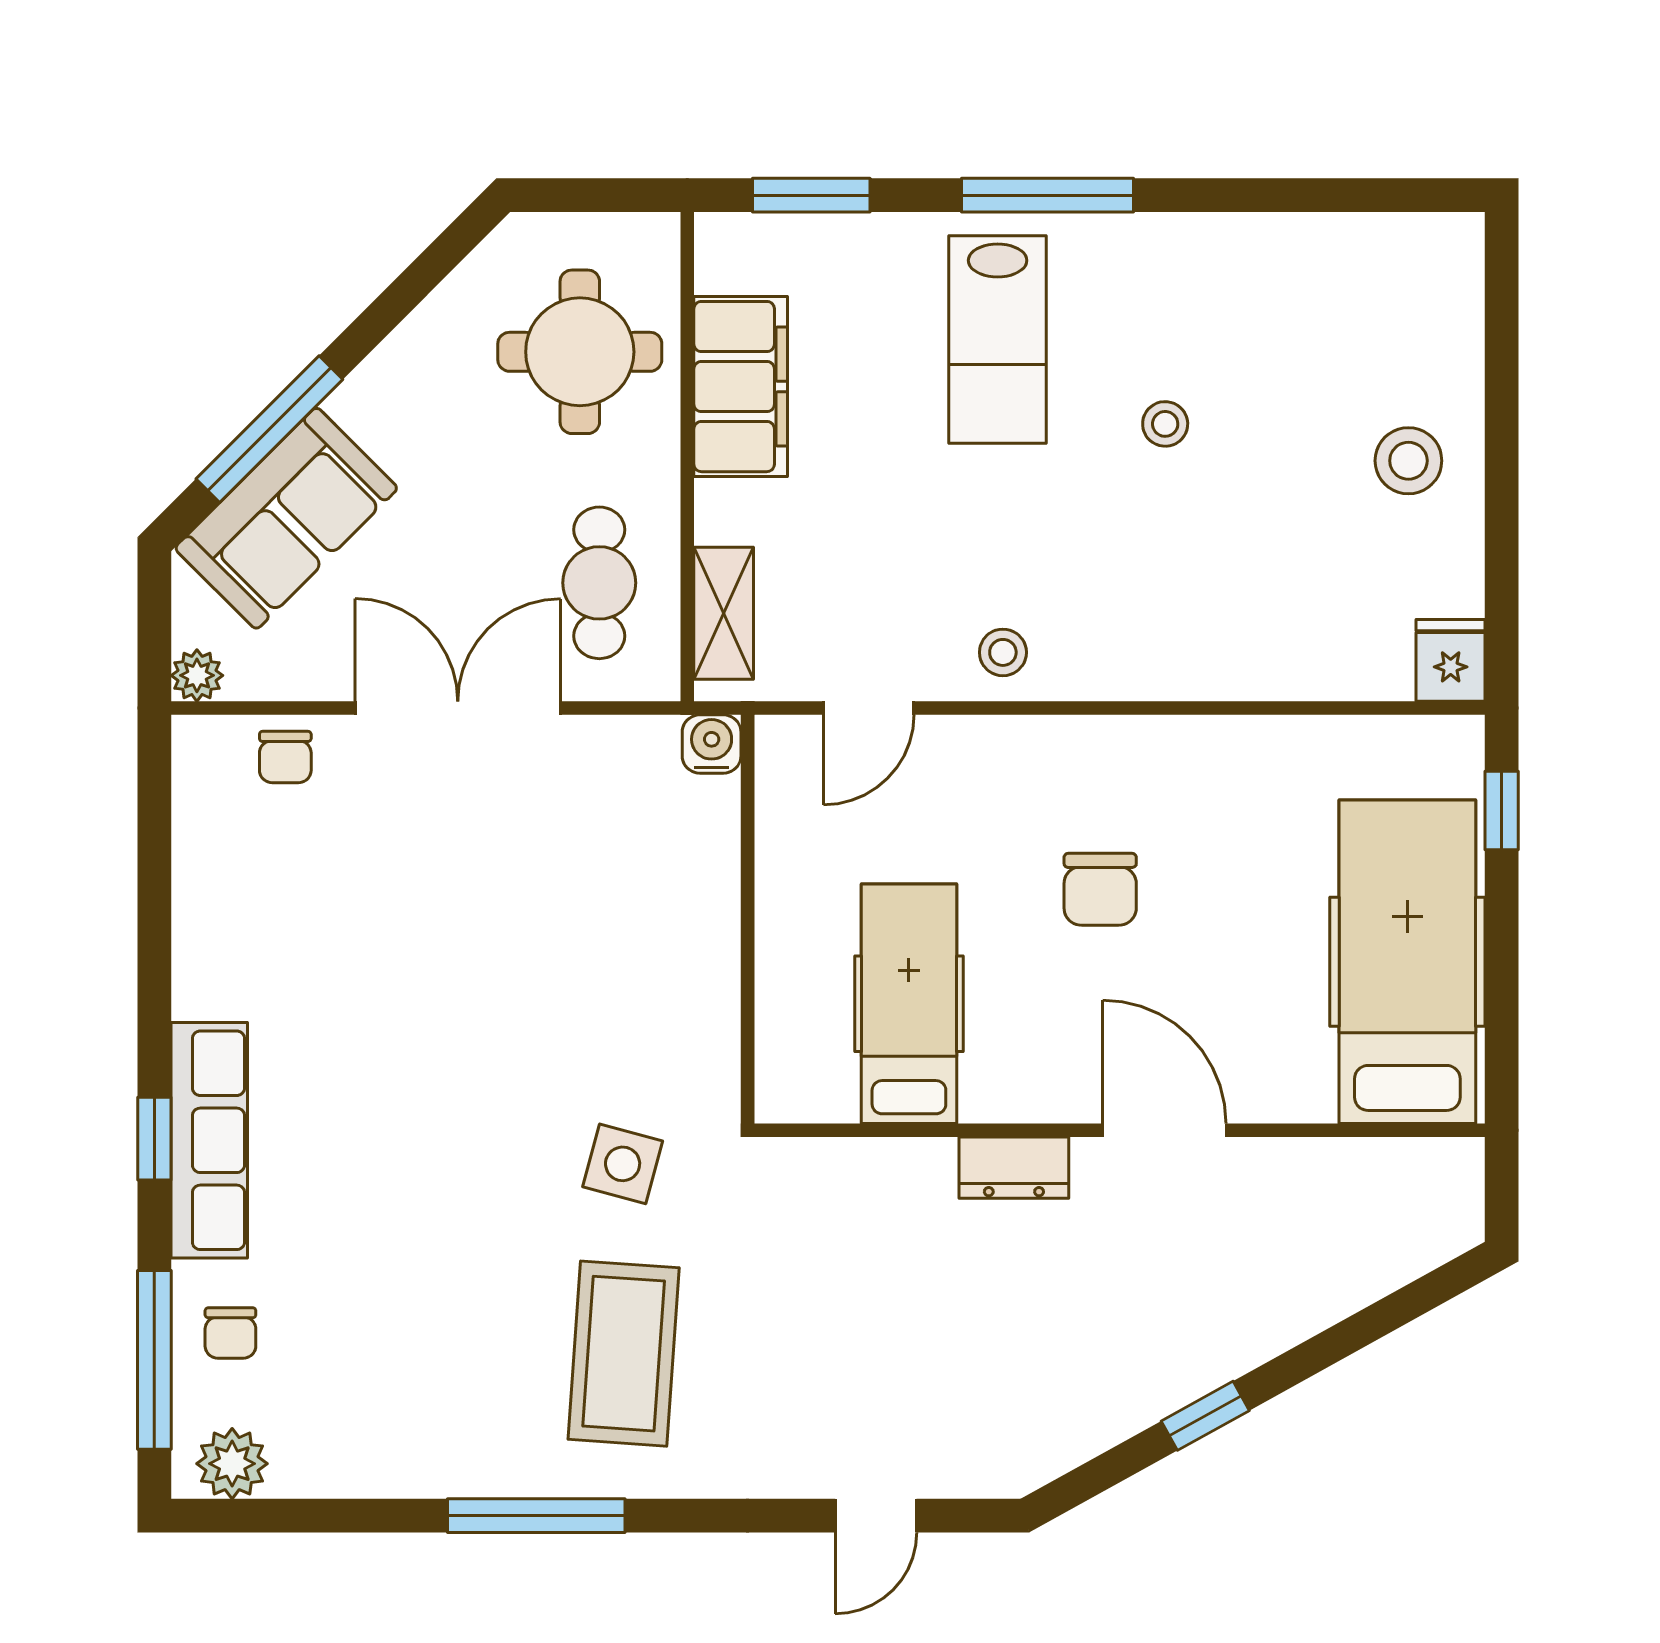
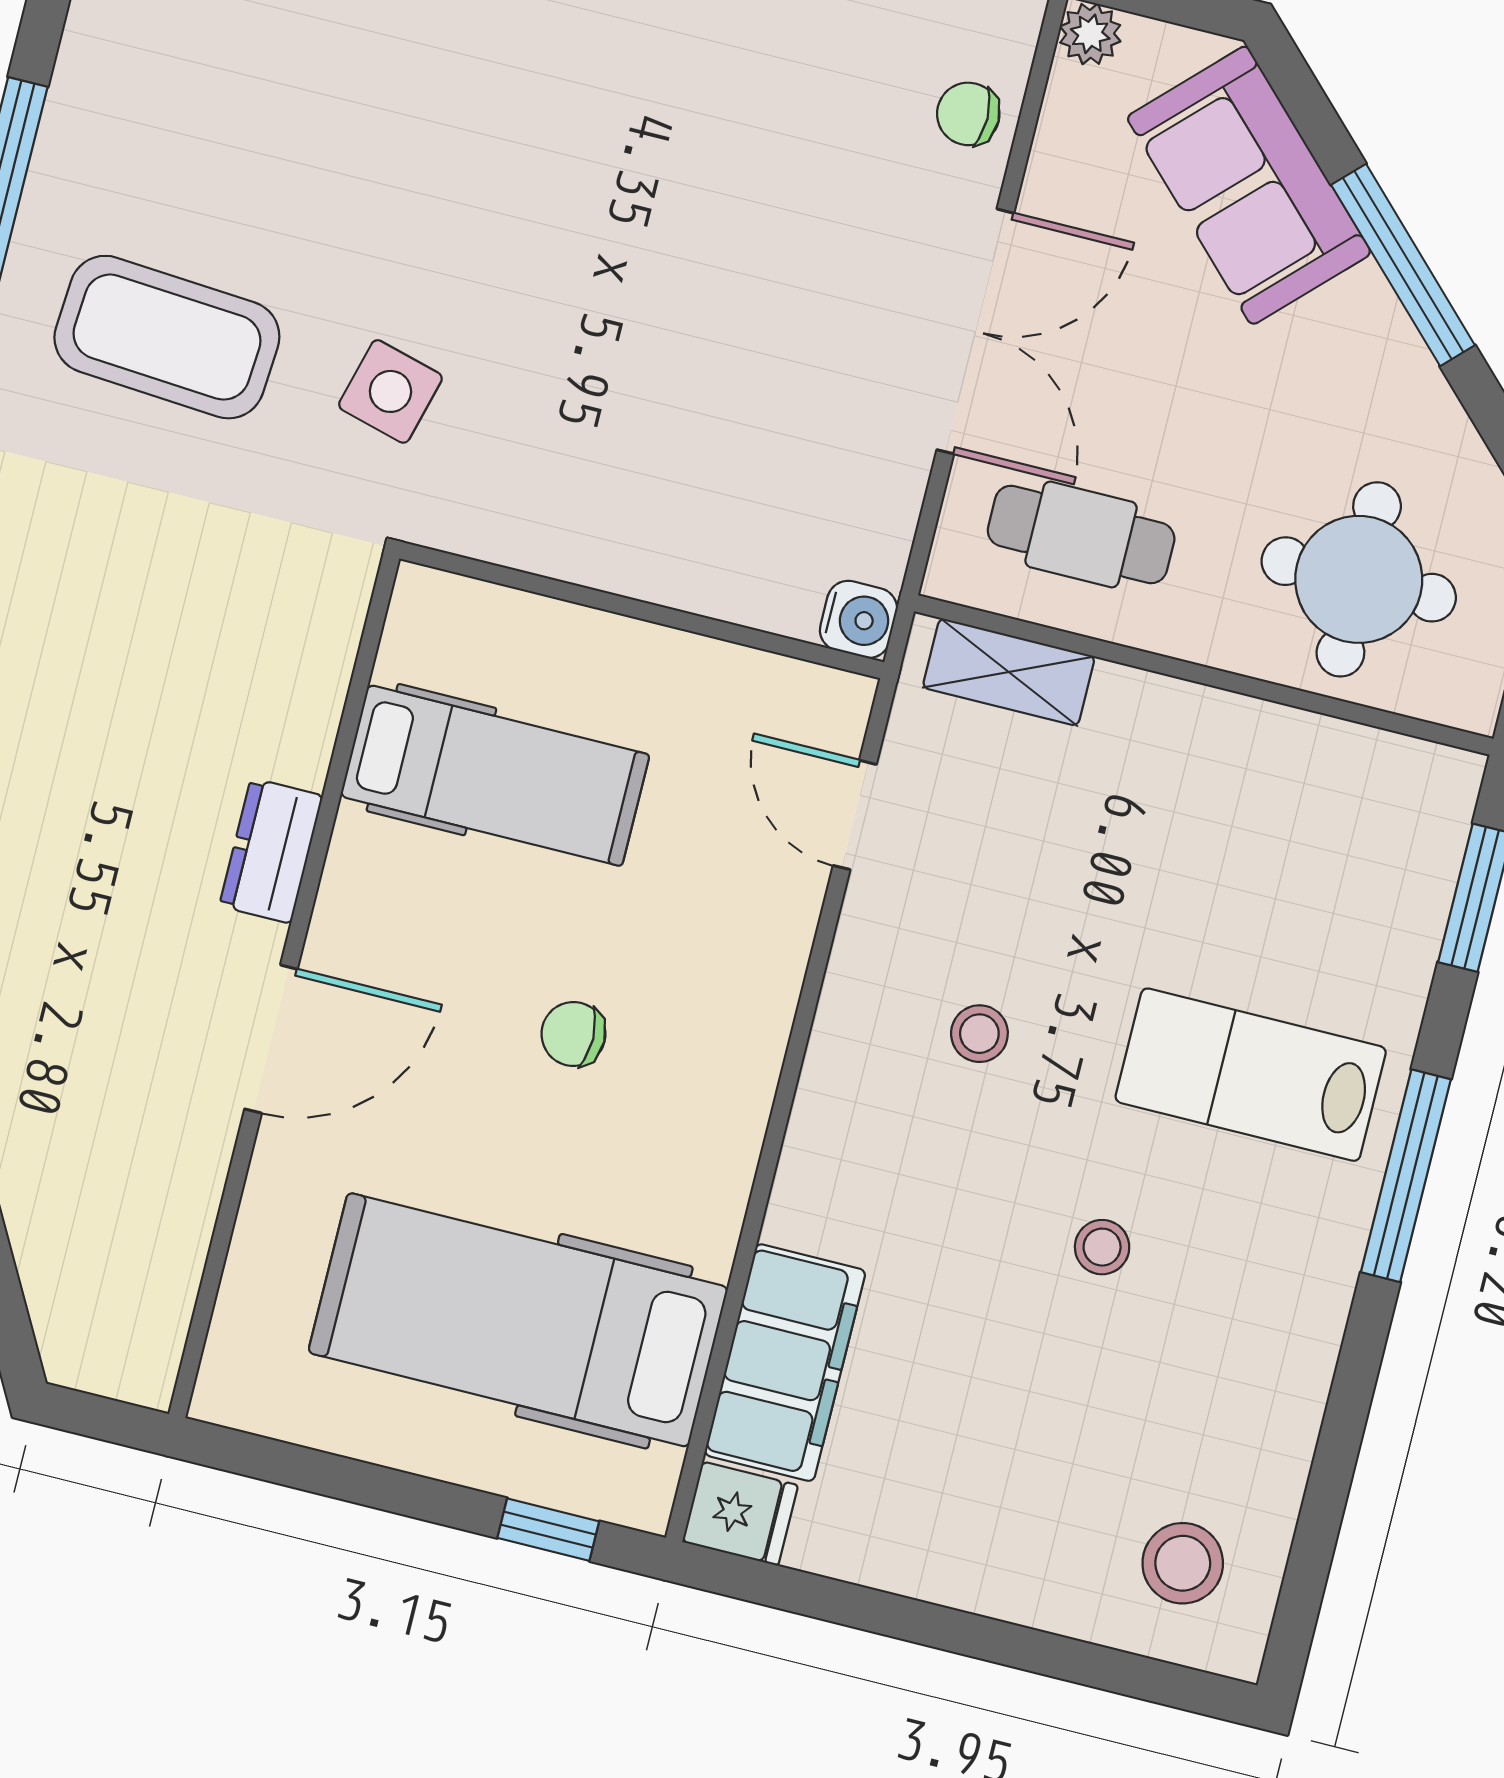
filing cabinet: (741, 387) -> (785, 1363), moved, turned -90
window: (269, 429) -> (1403, 265), moved
stool: (1408, 461) -> (1183, 1563), moved
stool: (1003, 652) -> (979, 1034), moved
chair: (1100, 889) -> (573, 1034), width x0.73, depth x0.73
hospital bed: (1407, 962) -> (518, 1320), moved, turned 180

